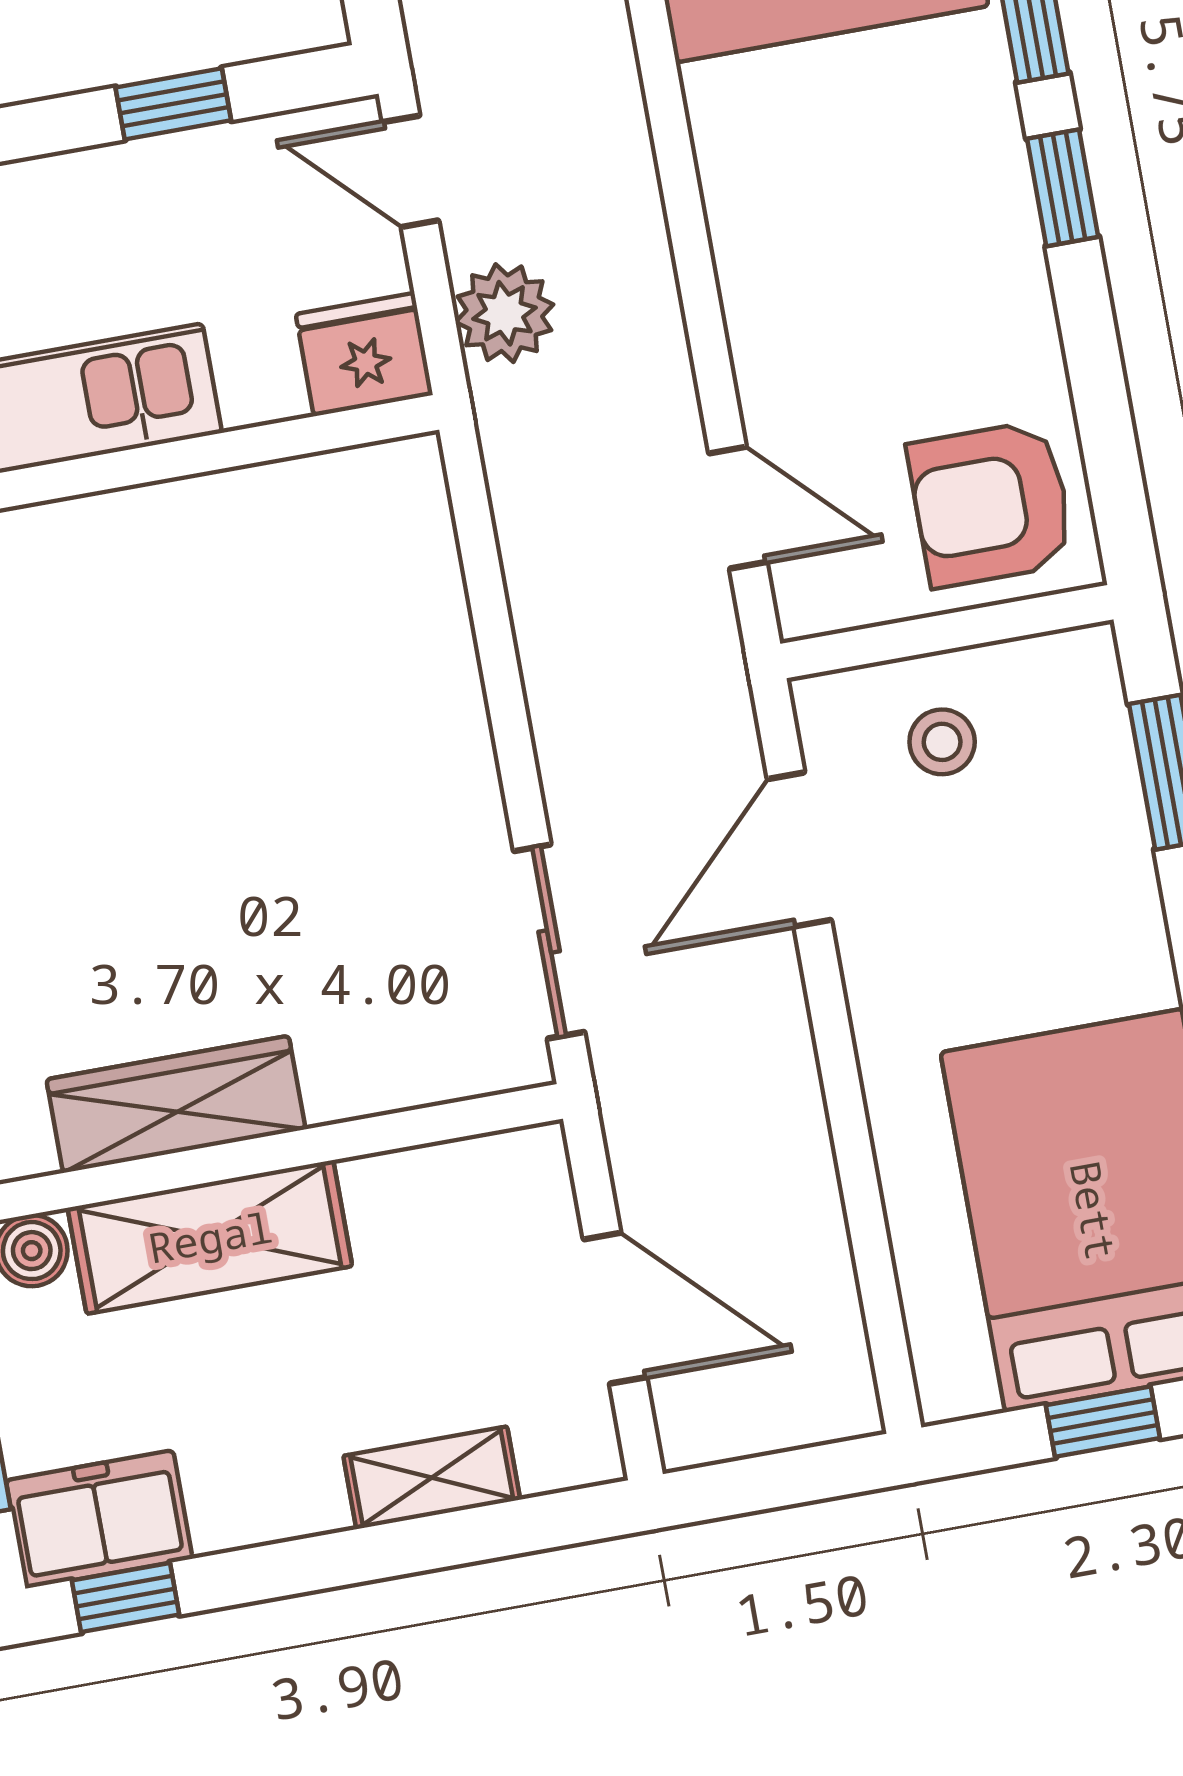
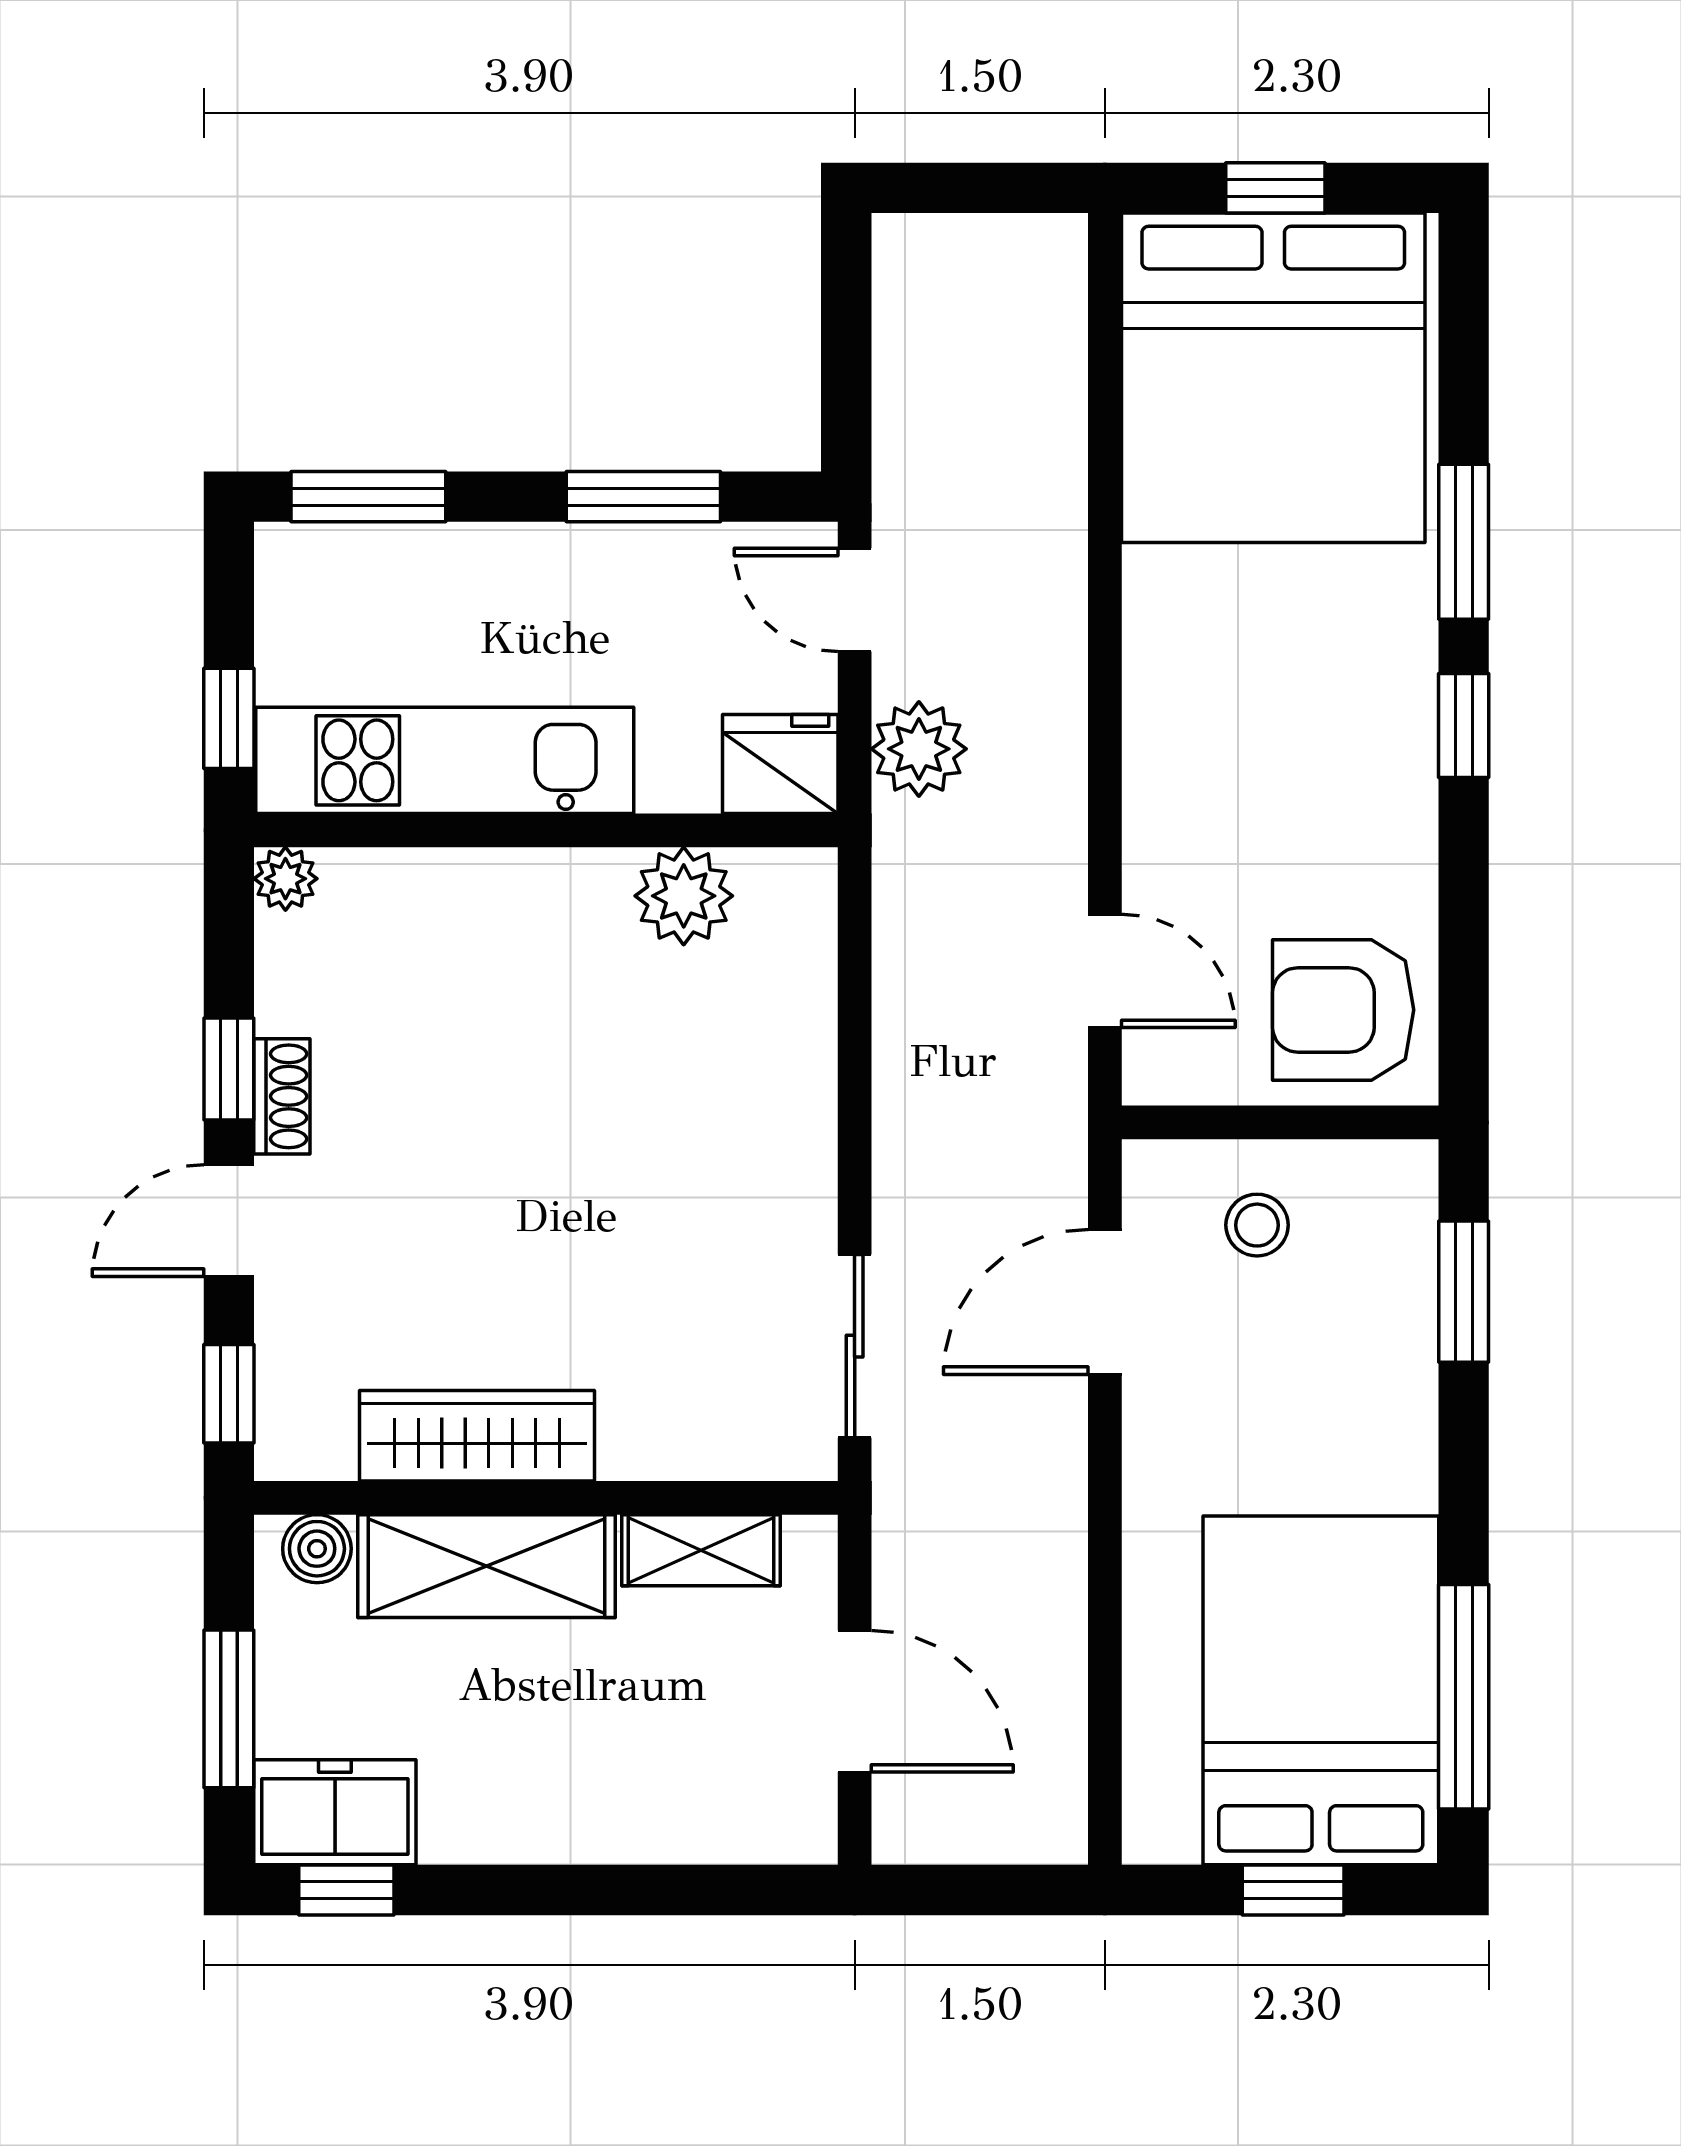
window: (173, 104) -> (643, 497), width x1.50
plant: (289, 509) -> (684, 896), added
shelving: (432, 1478) -> (701, 1550), moved

